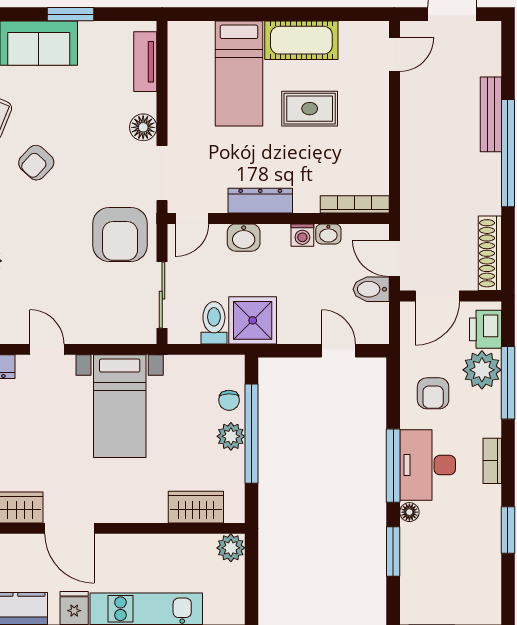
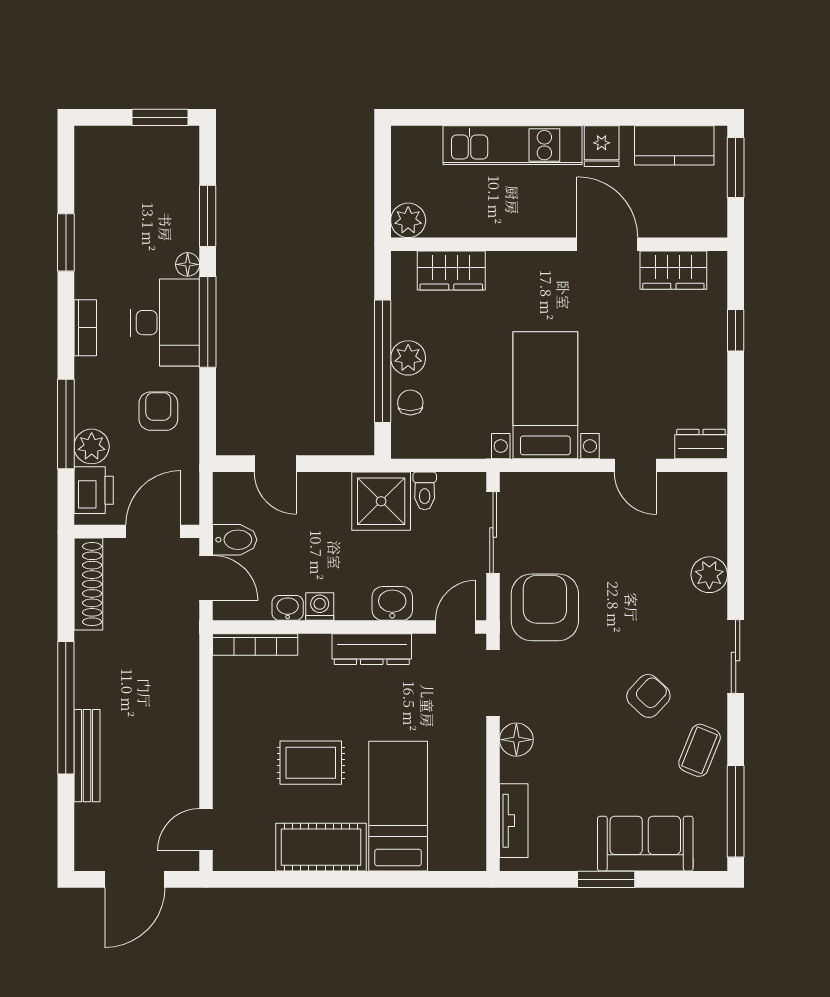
toilet: (214, 323) -> (425, 491), width x0.73, depth x0.72
plant: (482, 370) -> (92, 446), width x0.73, depth x0.73

